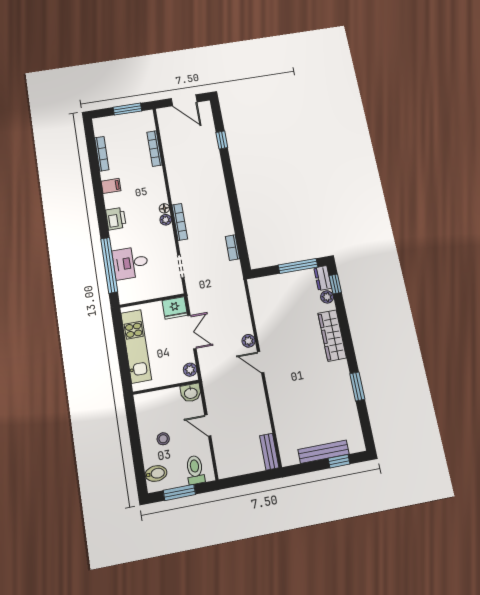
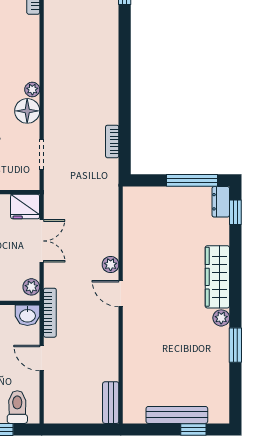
floor lamp: (164, 208) -> (27, 111), moved, width x1.89, depth x1.89
bookcase: (180, 222) -> (50, 313), moved
plant: (327, 297) -> (221, 318), moved

